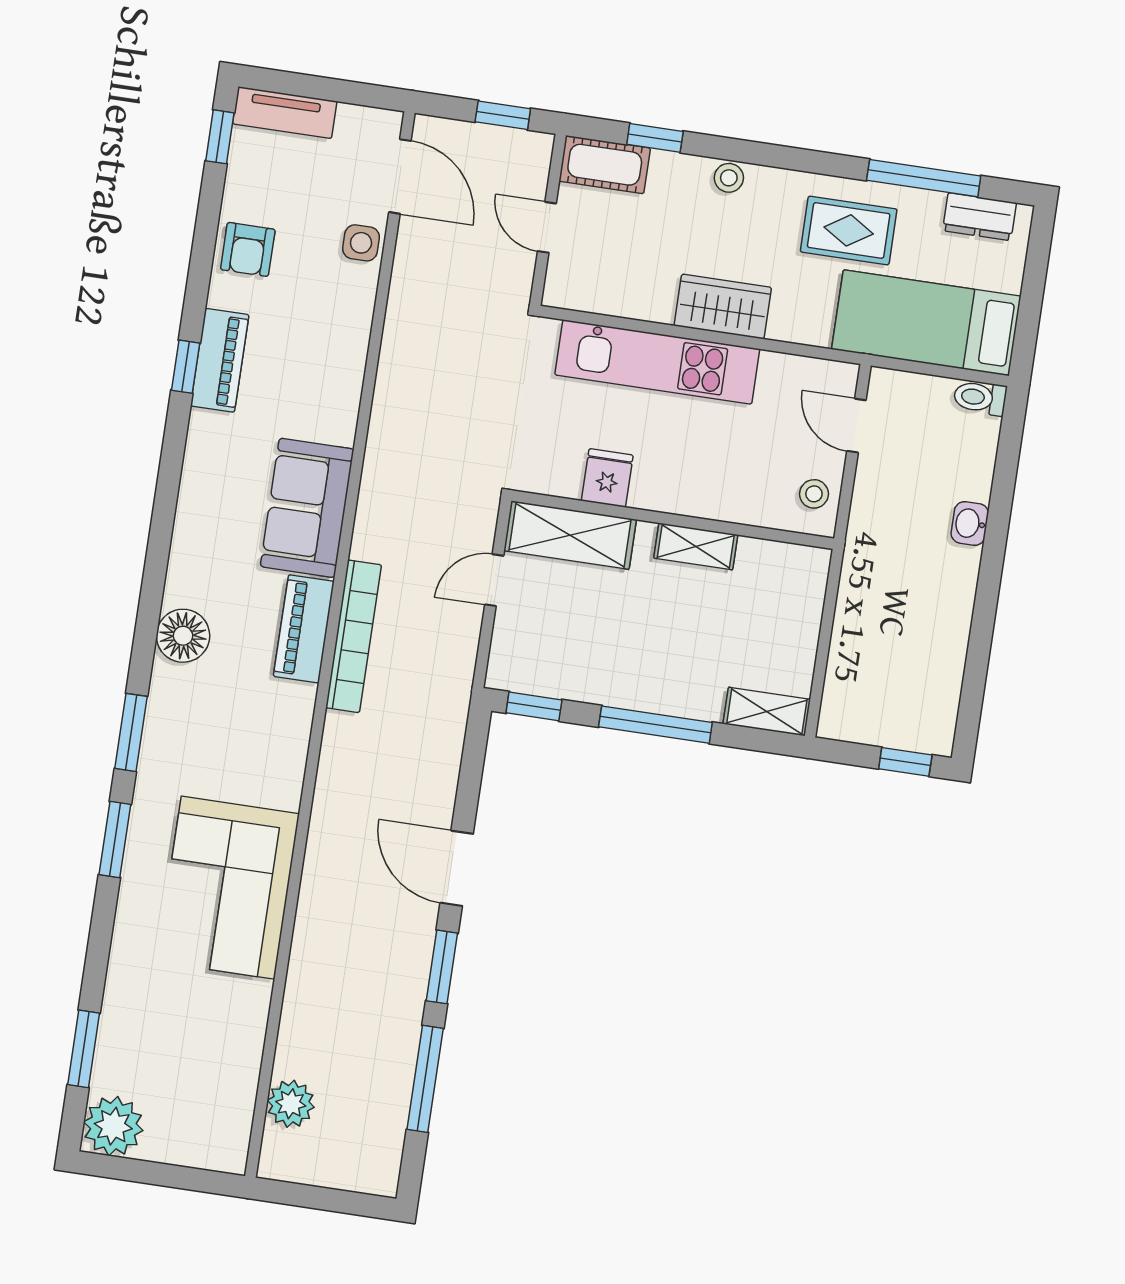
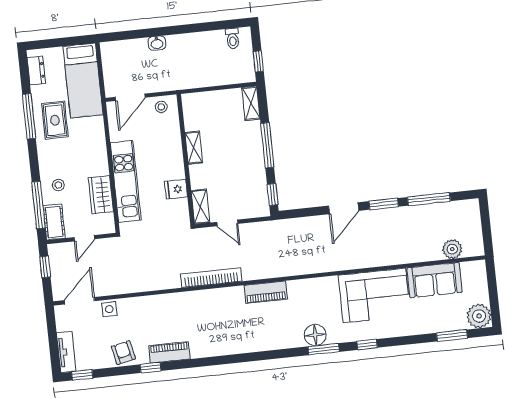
window: (655, 138) -> (39, 205), width x2.17
stool: (729, 178) -> (58, 185), moved
window: (924, 178) -> (29, 116), moved
armchair: (248, 249) -> (123, 353), turned -102
wardrobe: (723, 307) -> (101, 195), moved
window: (186, 367) -> (150, 368), moved
toilet: (980, 398) -> (233, 38), moved
door: (856, 426) -> (130, 97), width x1.38
sofa: (307, 508) -> (435, 280), moved
shelving: (570, 535) -> (200, 207), width x0.67, depth x0.75
floor lamp: (183, 636) -> (315, 335), moved
bookcase: (354, 636) -> (211, 278), moved
window: (905, 762) -> (258, 61), moved
window: (115, 840) -> (367, 344), width x0.67

